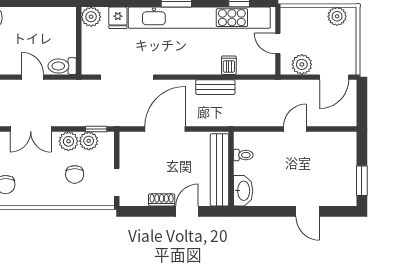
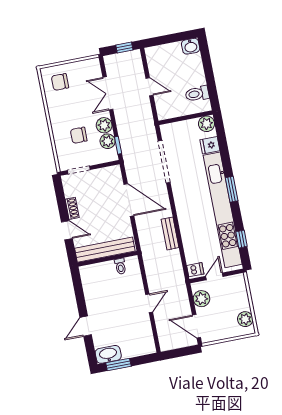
dishwasher: (229, 65) -> (195, 270), moved
toilet: (62, 66) -> (197, 94), moved, turned -90
door: (33, 77) -> (149, 87), hinge flipped
door: (295, 129) -> (149, 303), hinge flipped
washbasin: (243, 191) -> (108, 354), moved, turned 180

